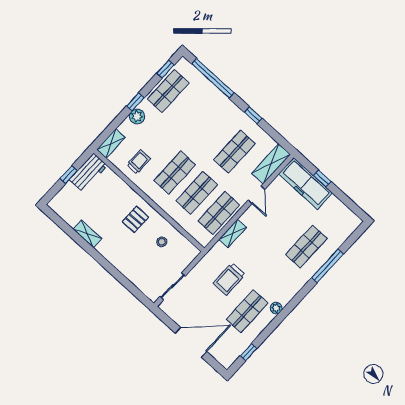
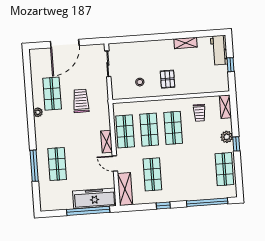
window: (165, 69) -> (239, 180), removed
workbench: (88, 173) -> (219, 50), moved
window: (322, 178) -> (88, 211), width x3.17
shelving: (233, 233) -> (107, 142), moved
window: (249, 352) -> (27, 72), removed

